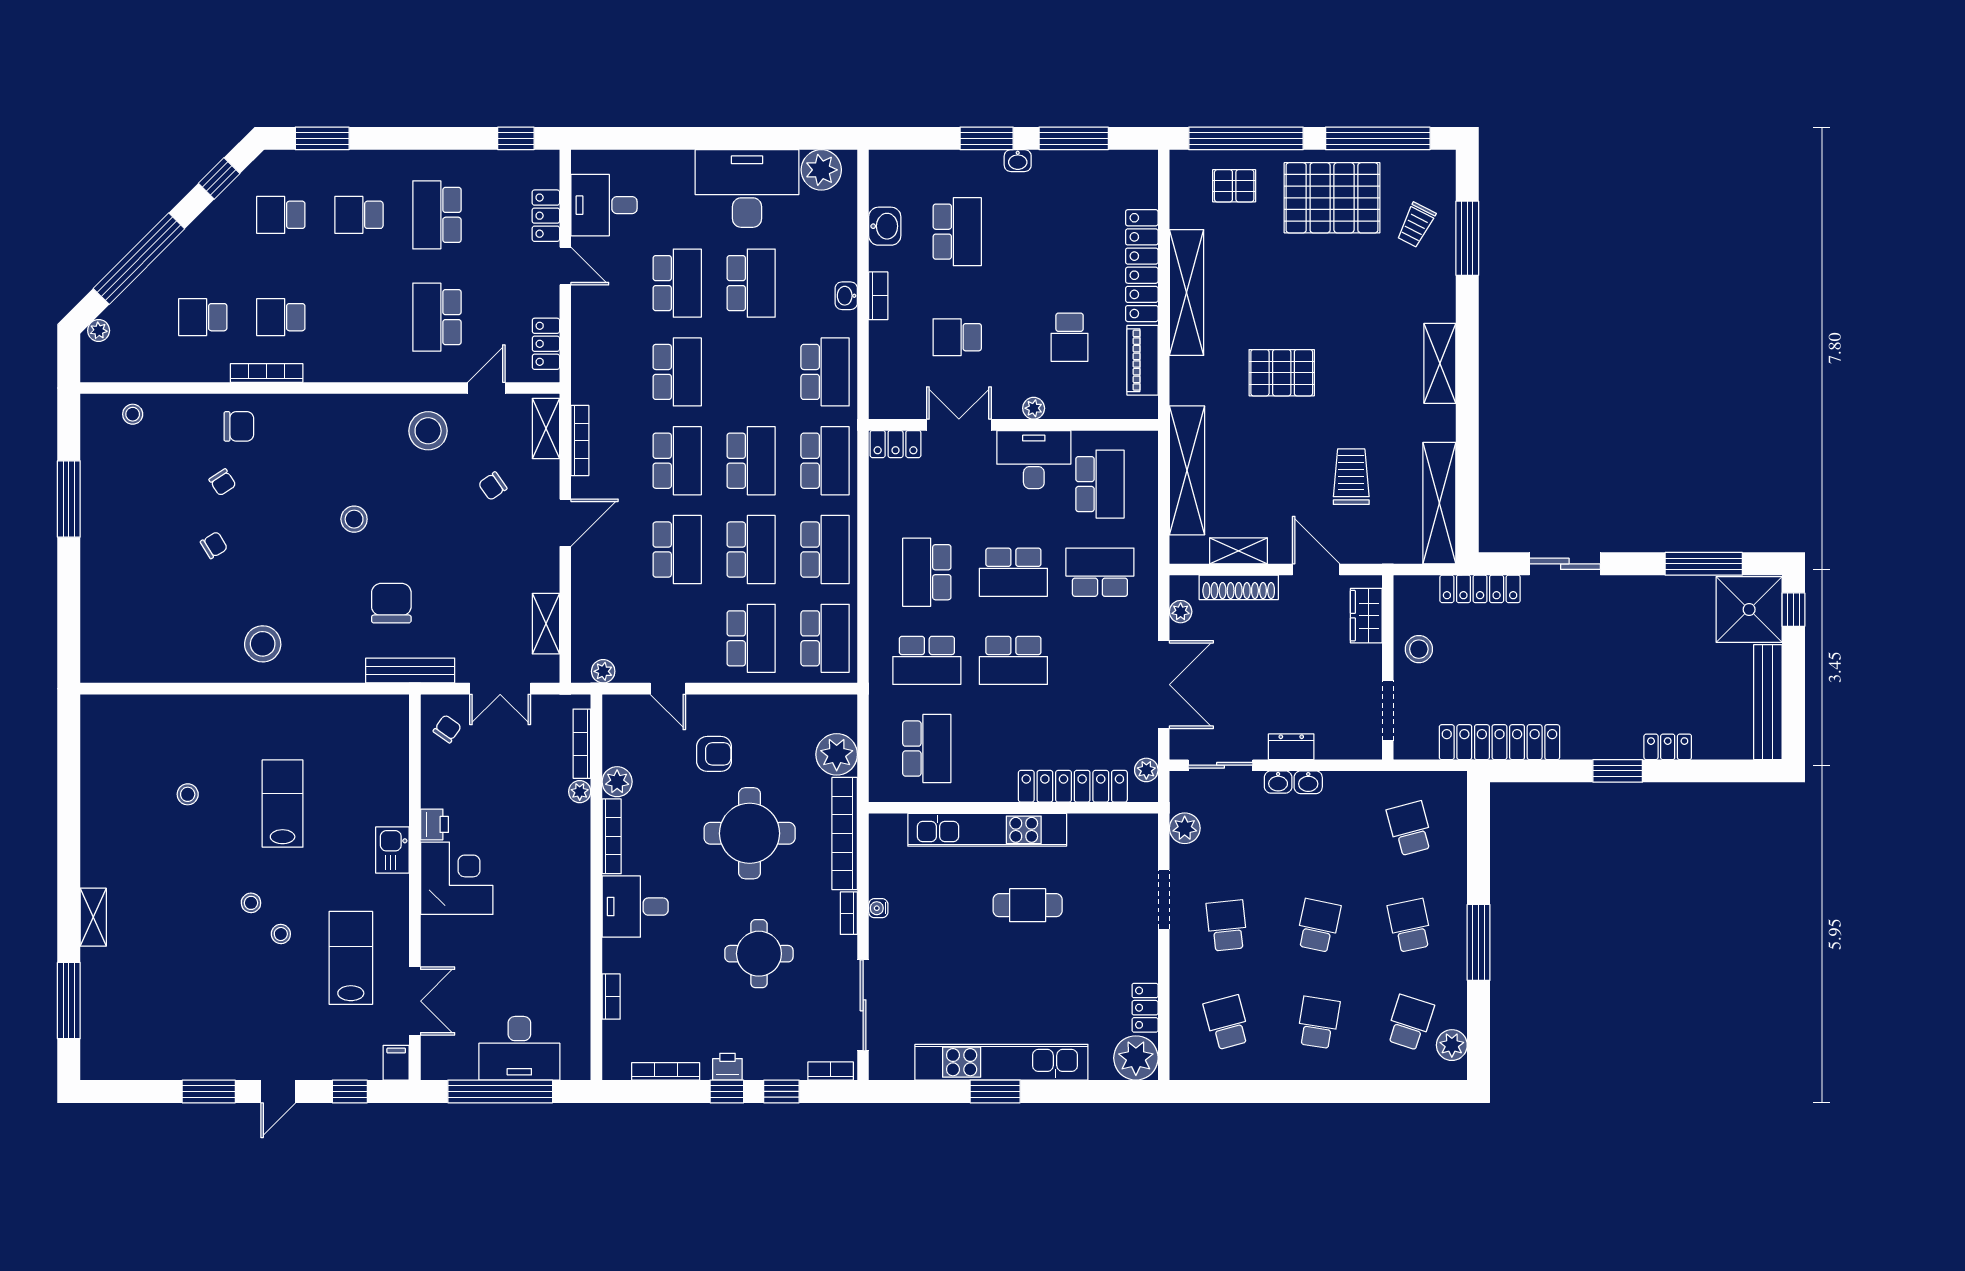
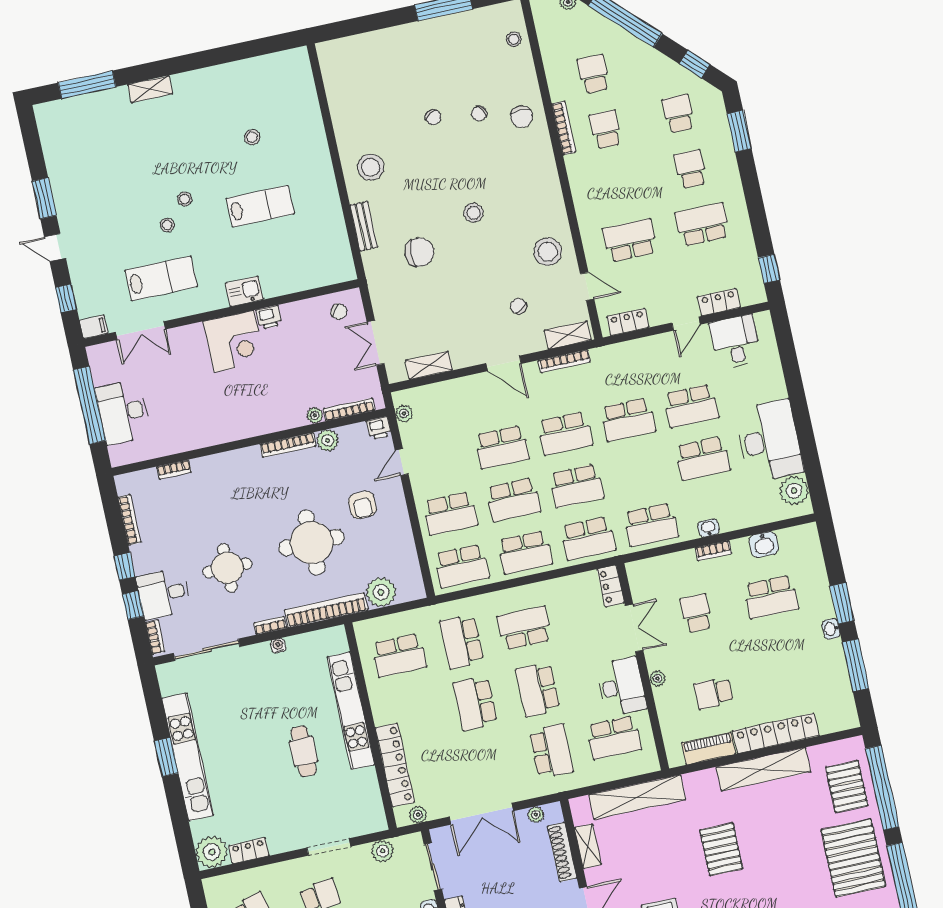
pallet: (1234, 186) -> (847, 787), width x1.50, depth x1.42
bench: (410, 670) -> (364, 226), moved, width x0.73
desk: (635, 907) -> (164, 594), moved, turned -90
printer: (727, 1067) -> (379, 428), moved, turned 90

